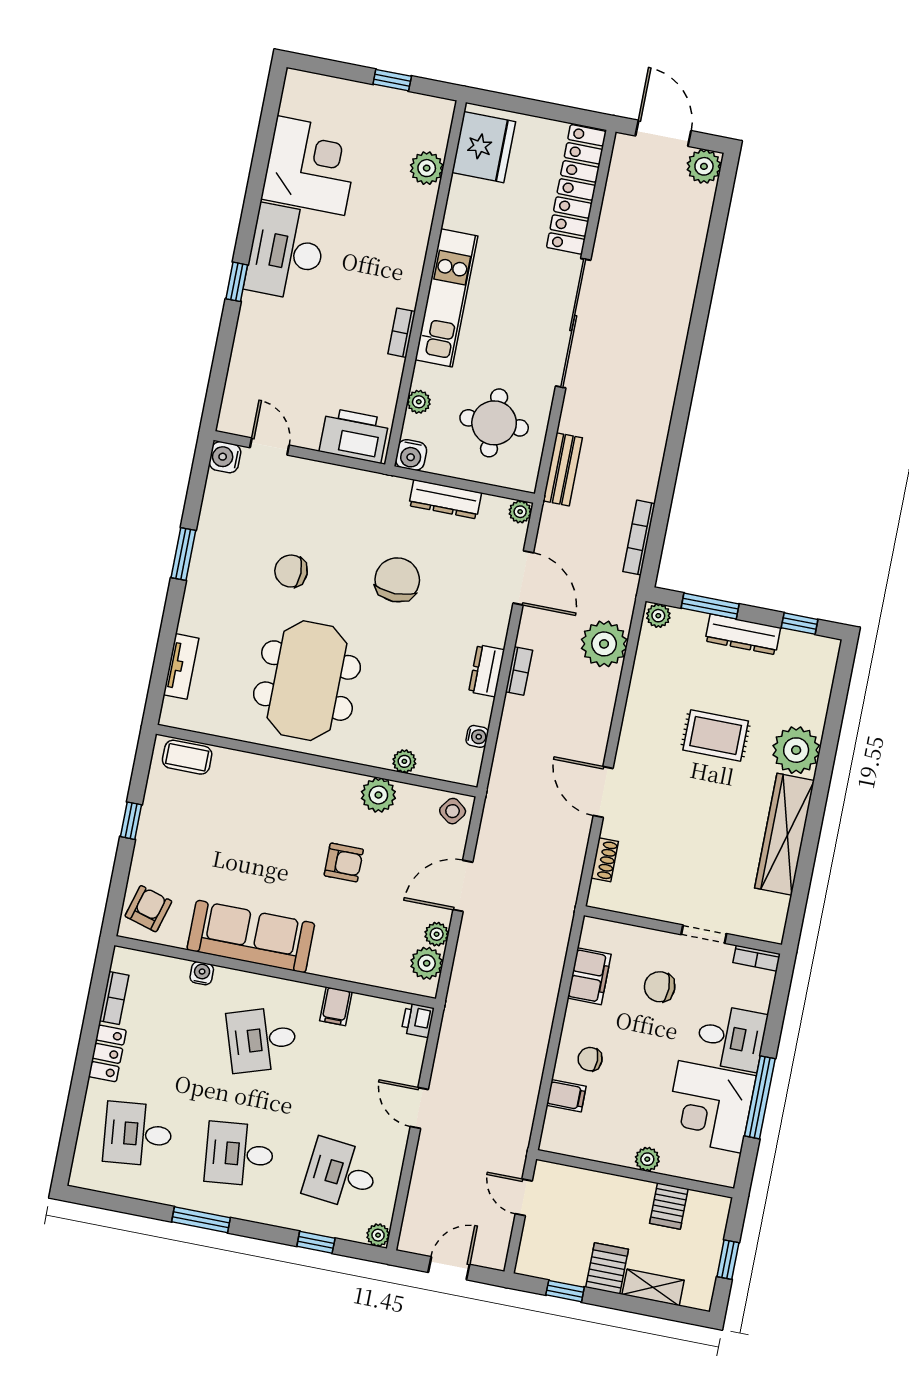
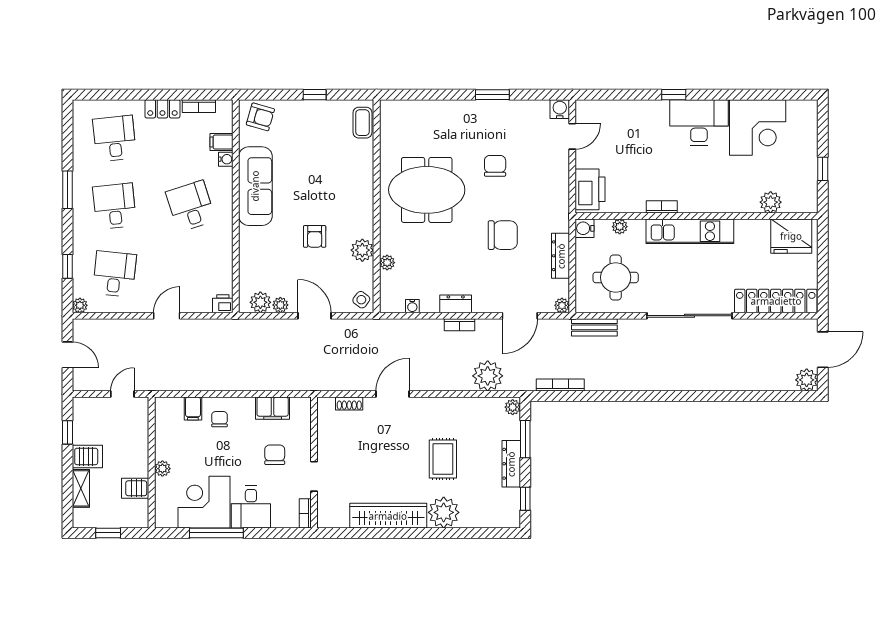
tv unit: (181, 666) -> (420, 107), removed
filing cabinet: (336, 1006) -> (221, 142), moved

